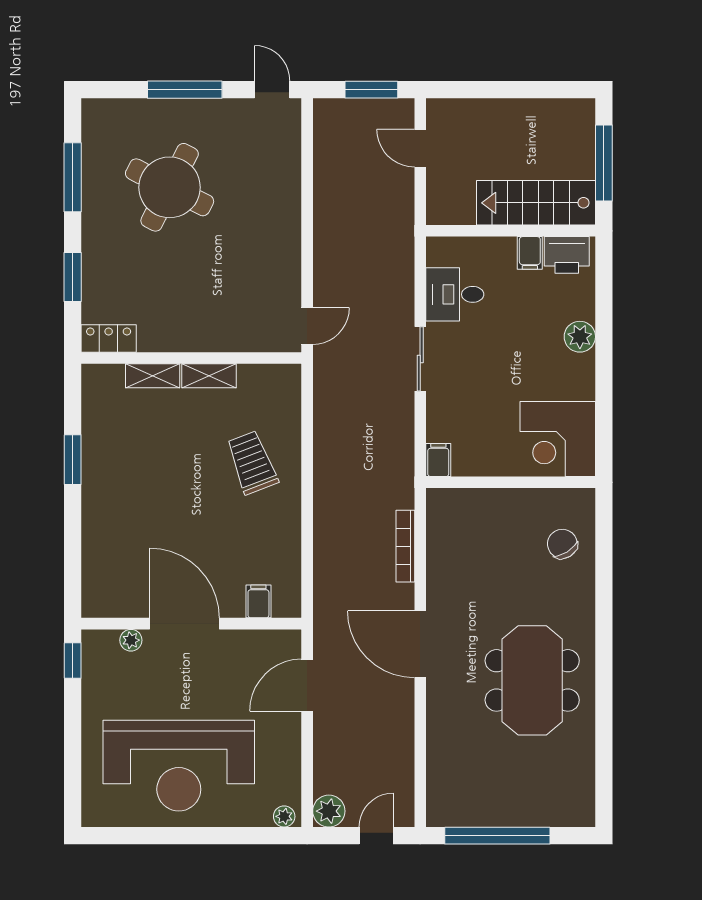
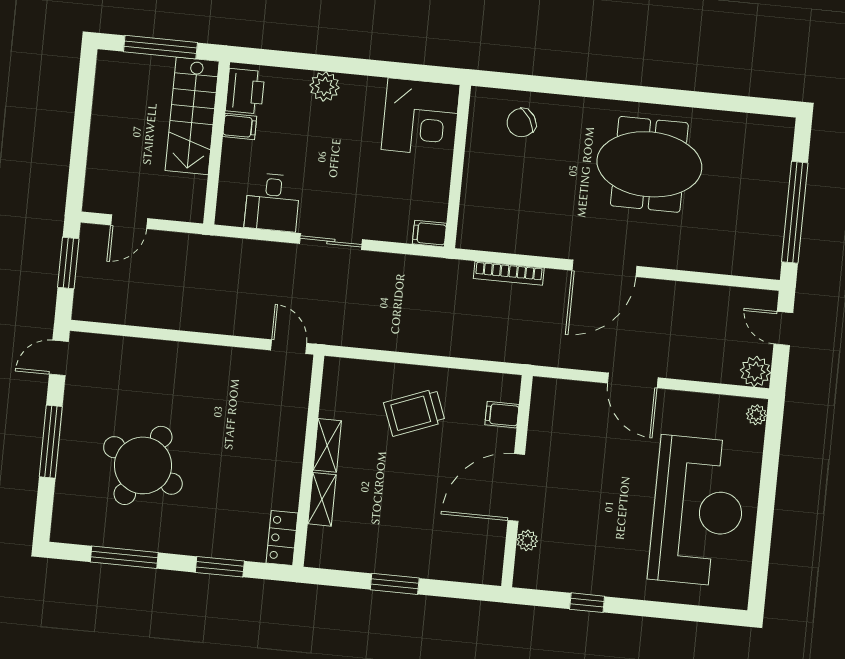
filing cabinet: (258, 601) -> (502, 415), moved
door: (185, 624) -> (516, 488), moved
wall: (191, 624) -> (517, 481), moved
plant: (131, 640) -> (527, 540), moved

